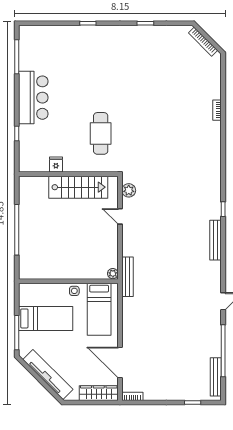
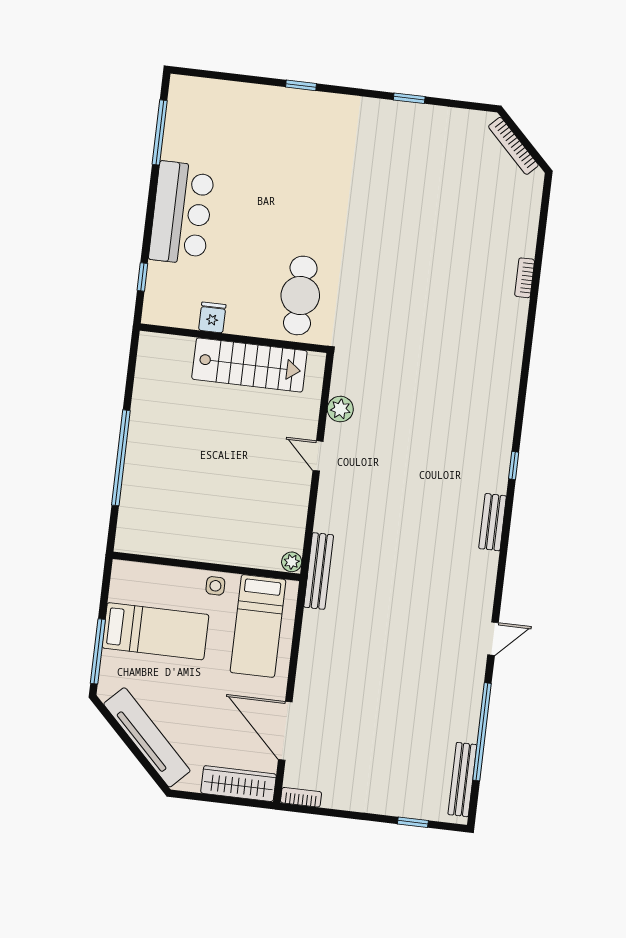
fridge: (56, 165) -> (212, 317), moved
wall: (68, 174) -> (234, 338), moved
stairs: (78, 187) -> (249, 365), moved
bench: (216, 240) -> (493, 522), width x0.73

